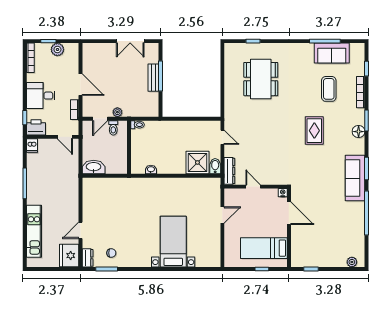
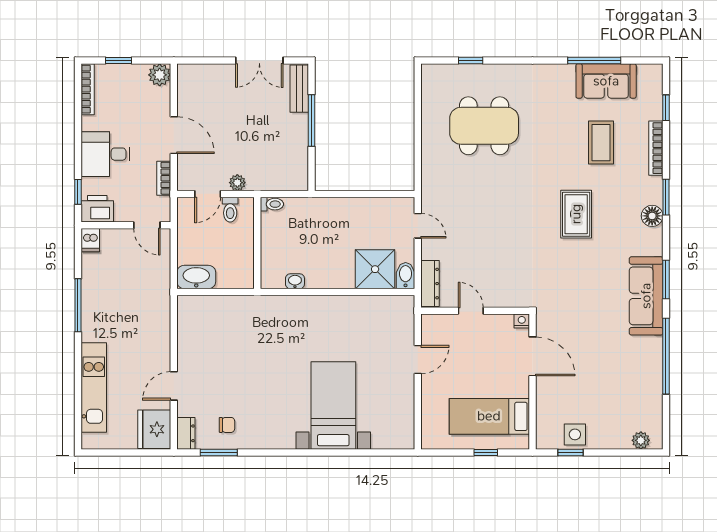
plant: (57, 49) -> (160, 75), moved
bench: (153, 78) -> (299, 89), moved
dining table: (261, 79) -> (484, 126), turned 90
side table: (314, 259) -> (575, 434), added

